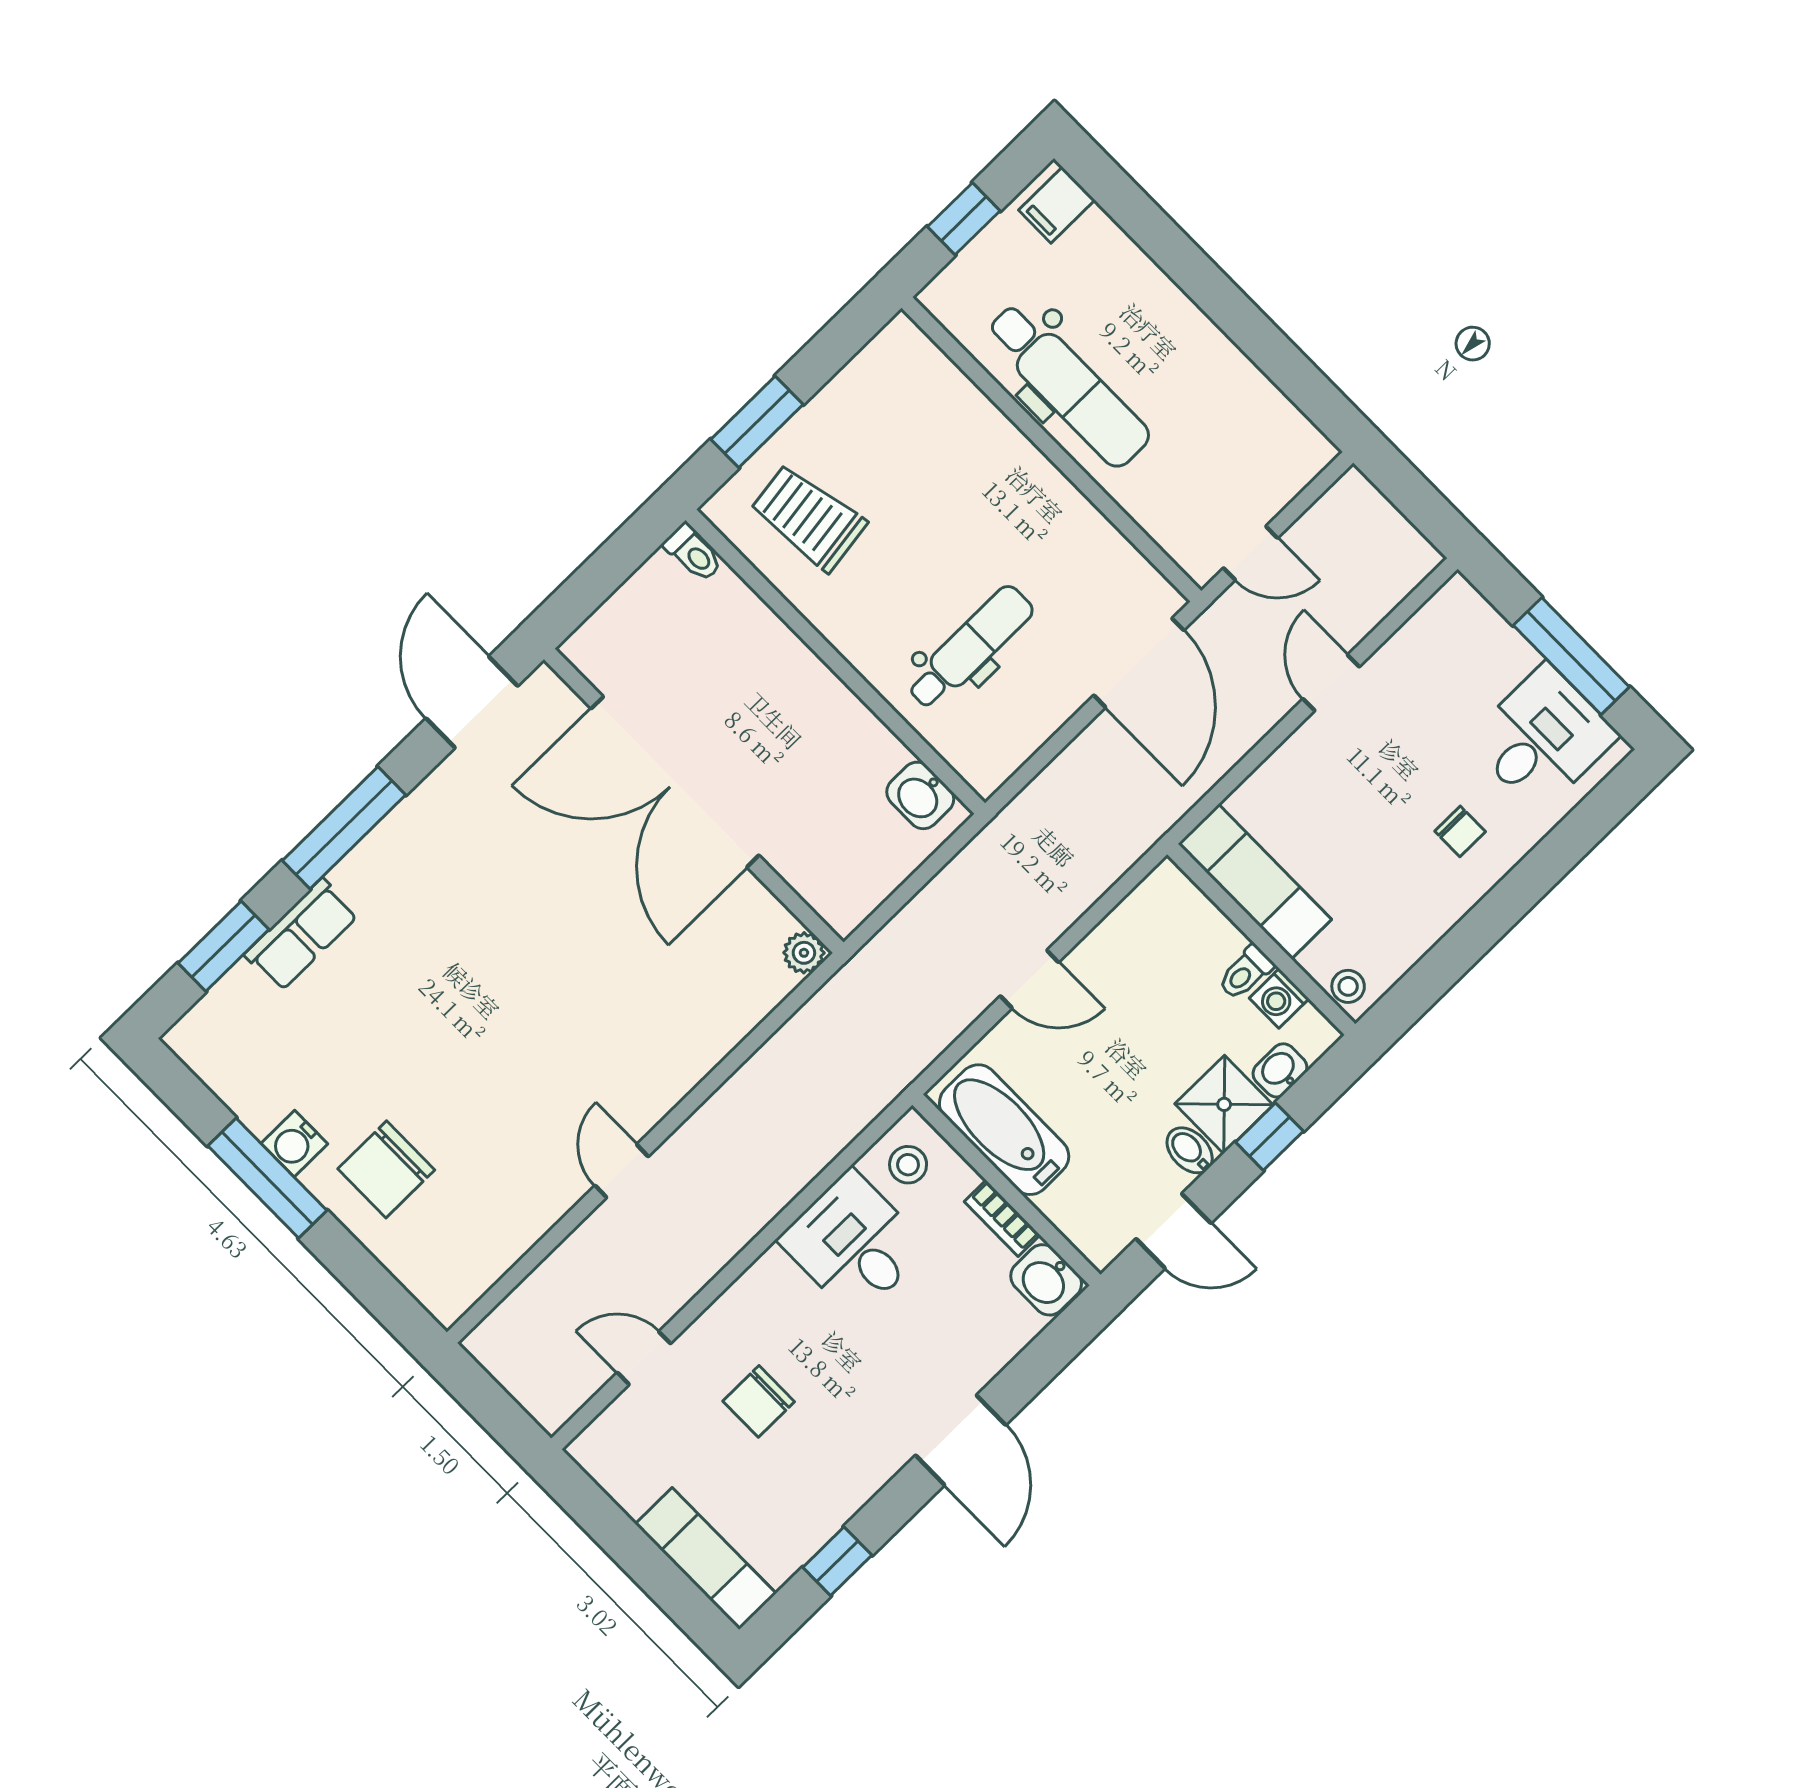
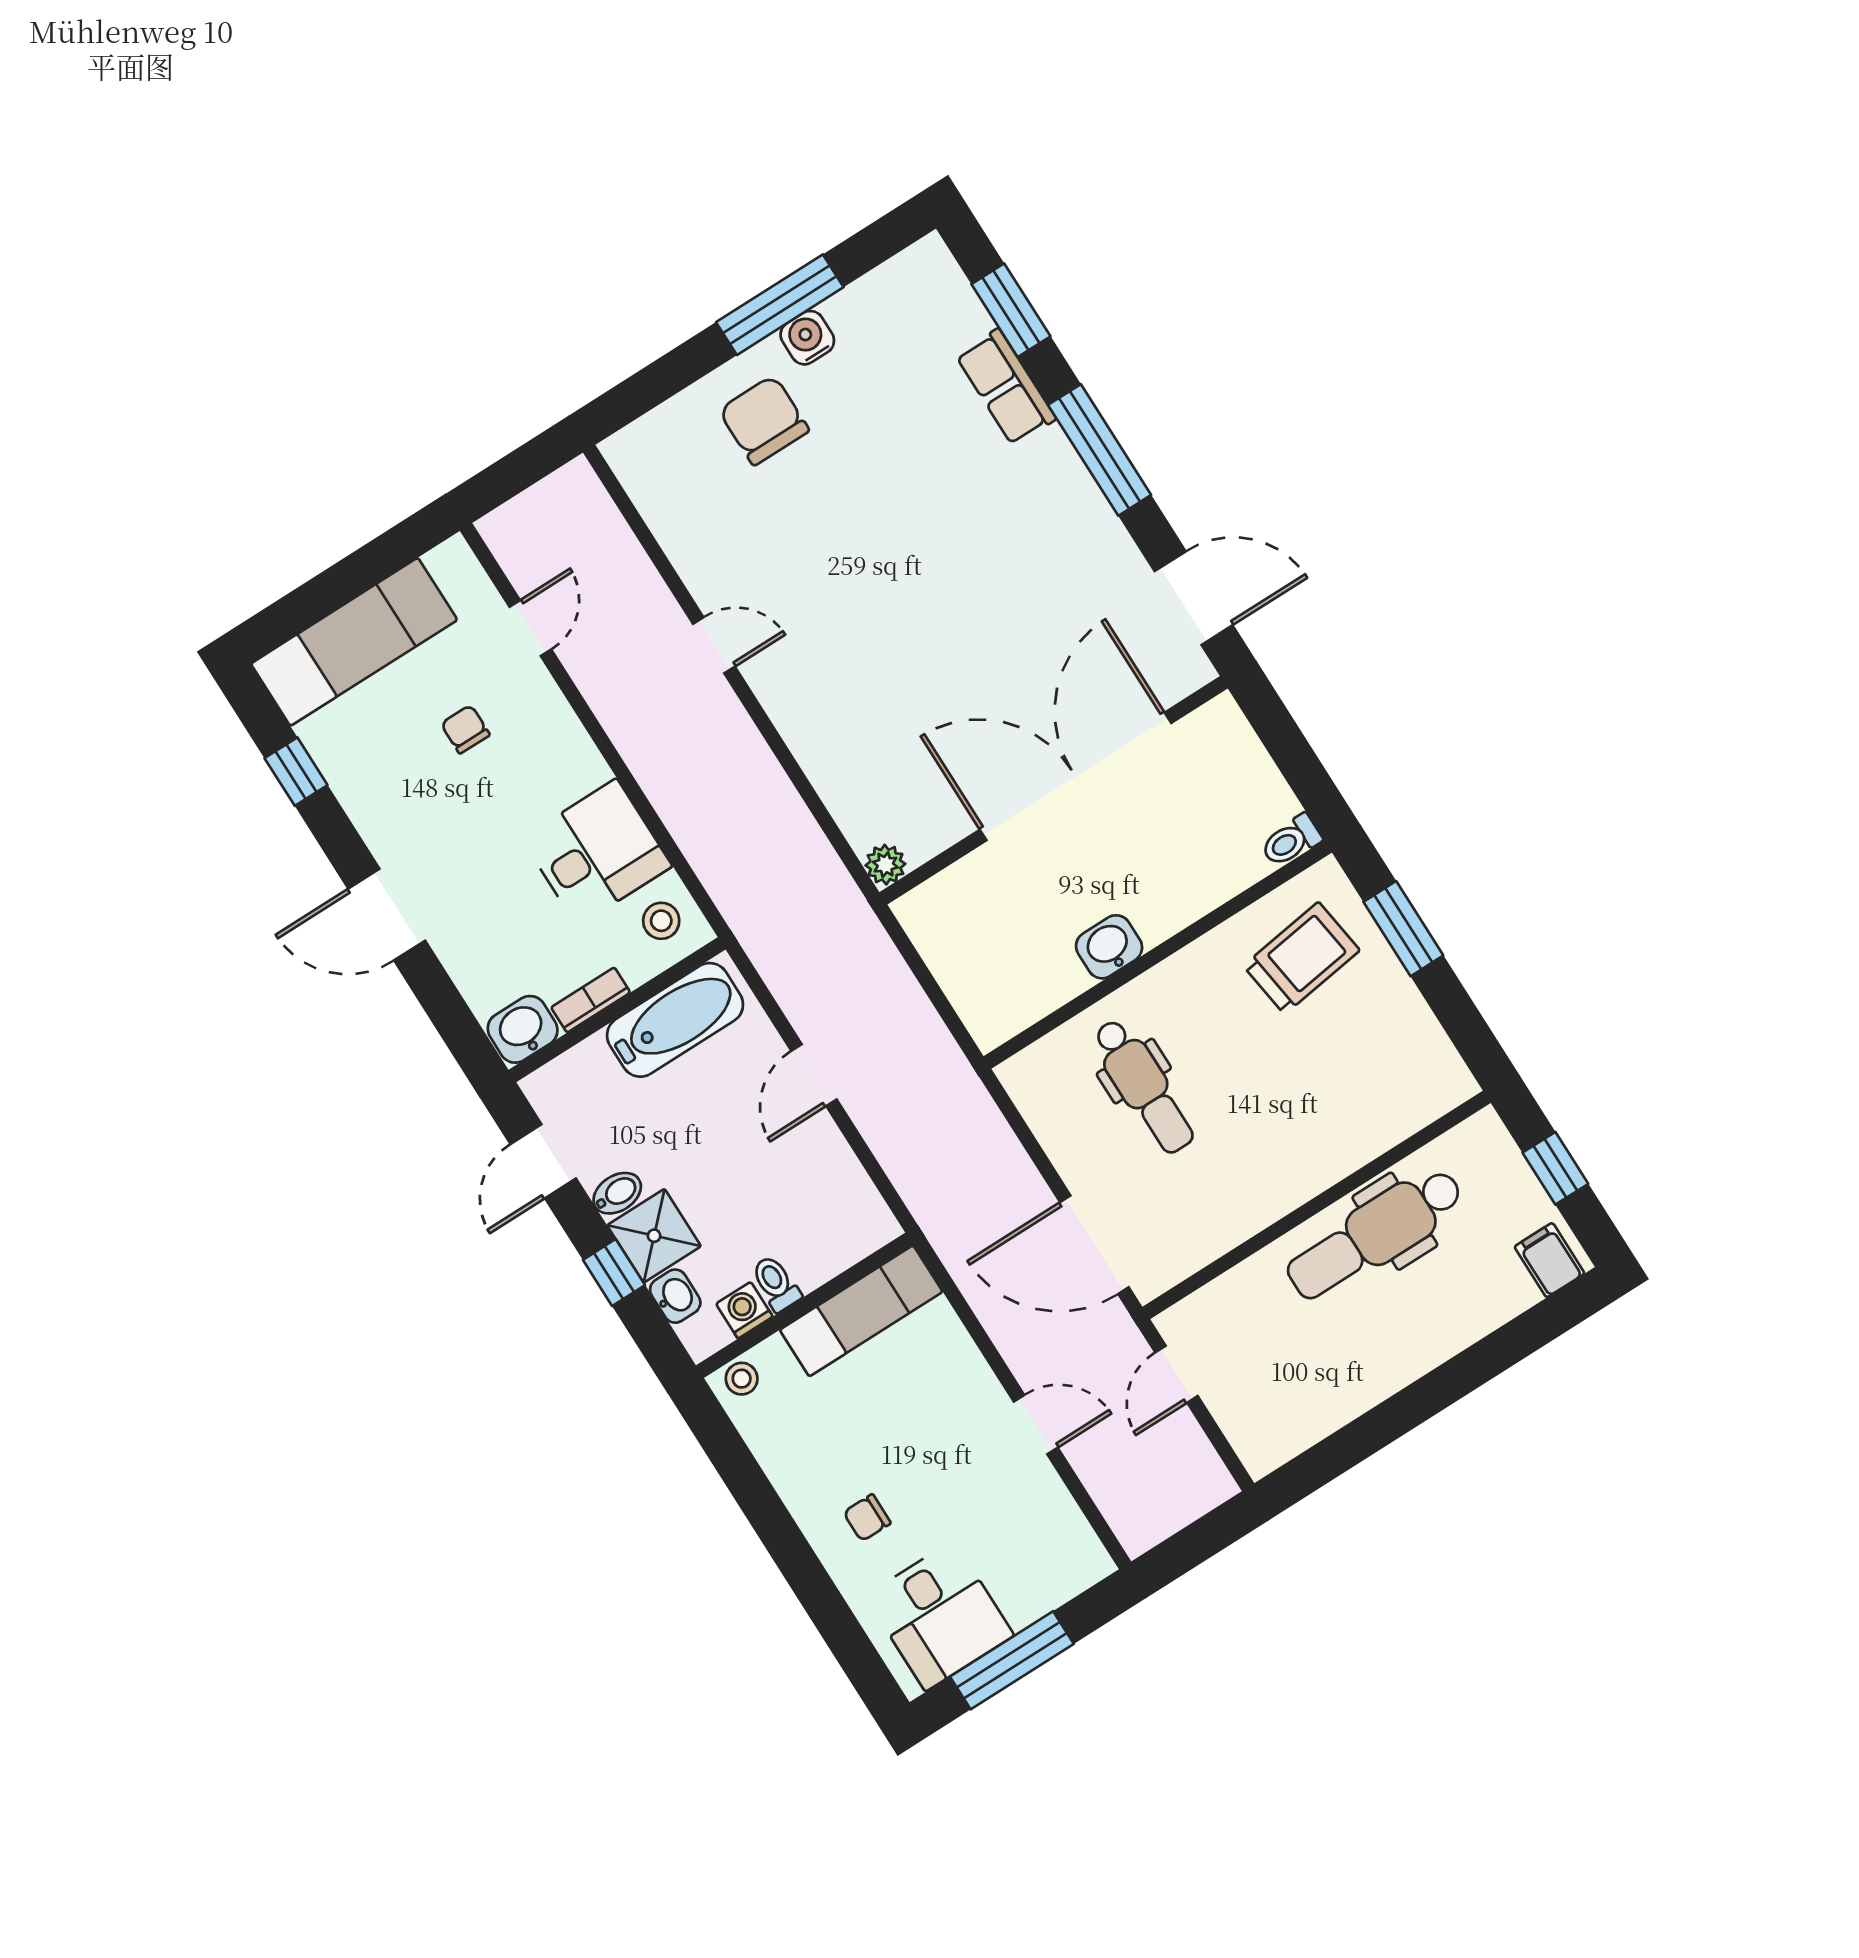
washbasin: (920, 795) -> (1109, 947), moved
chair: (759, 1401) -> (465, 729), width x0.73, depth x0.73
exam couch: (706, 1559) -> (354, 642), width x1.36, depth x1.45

